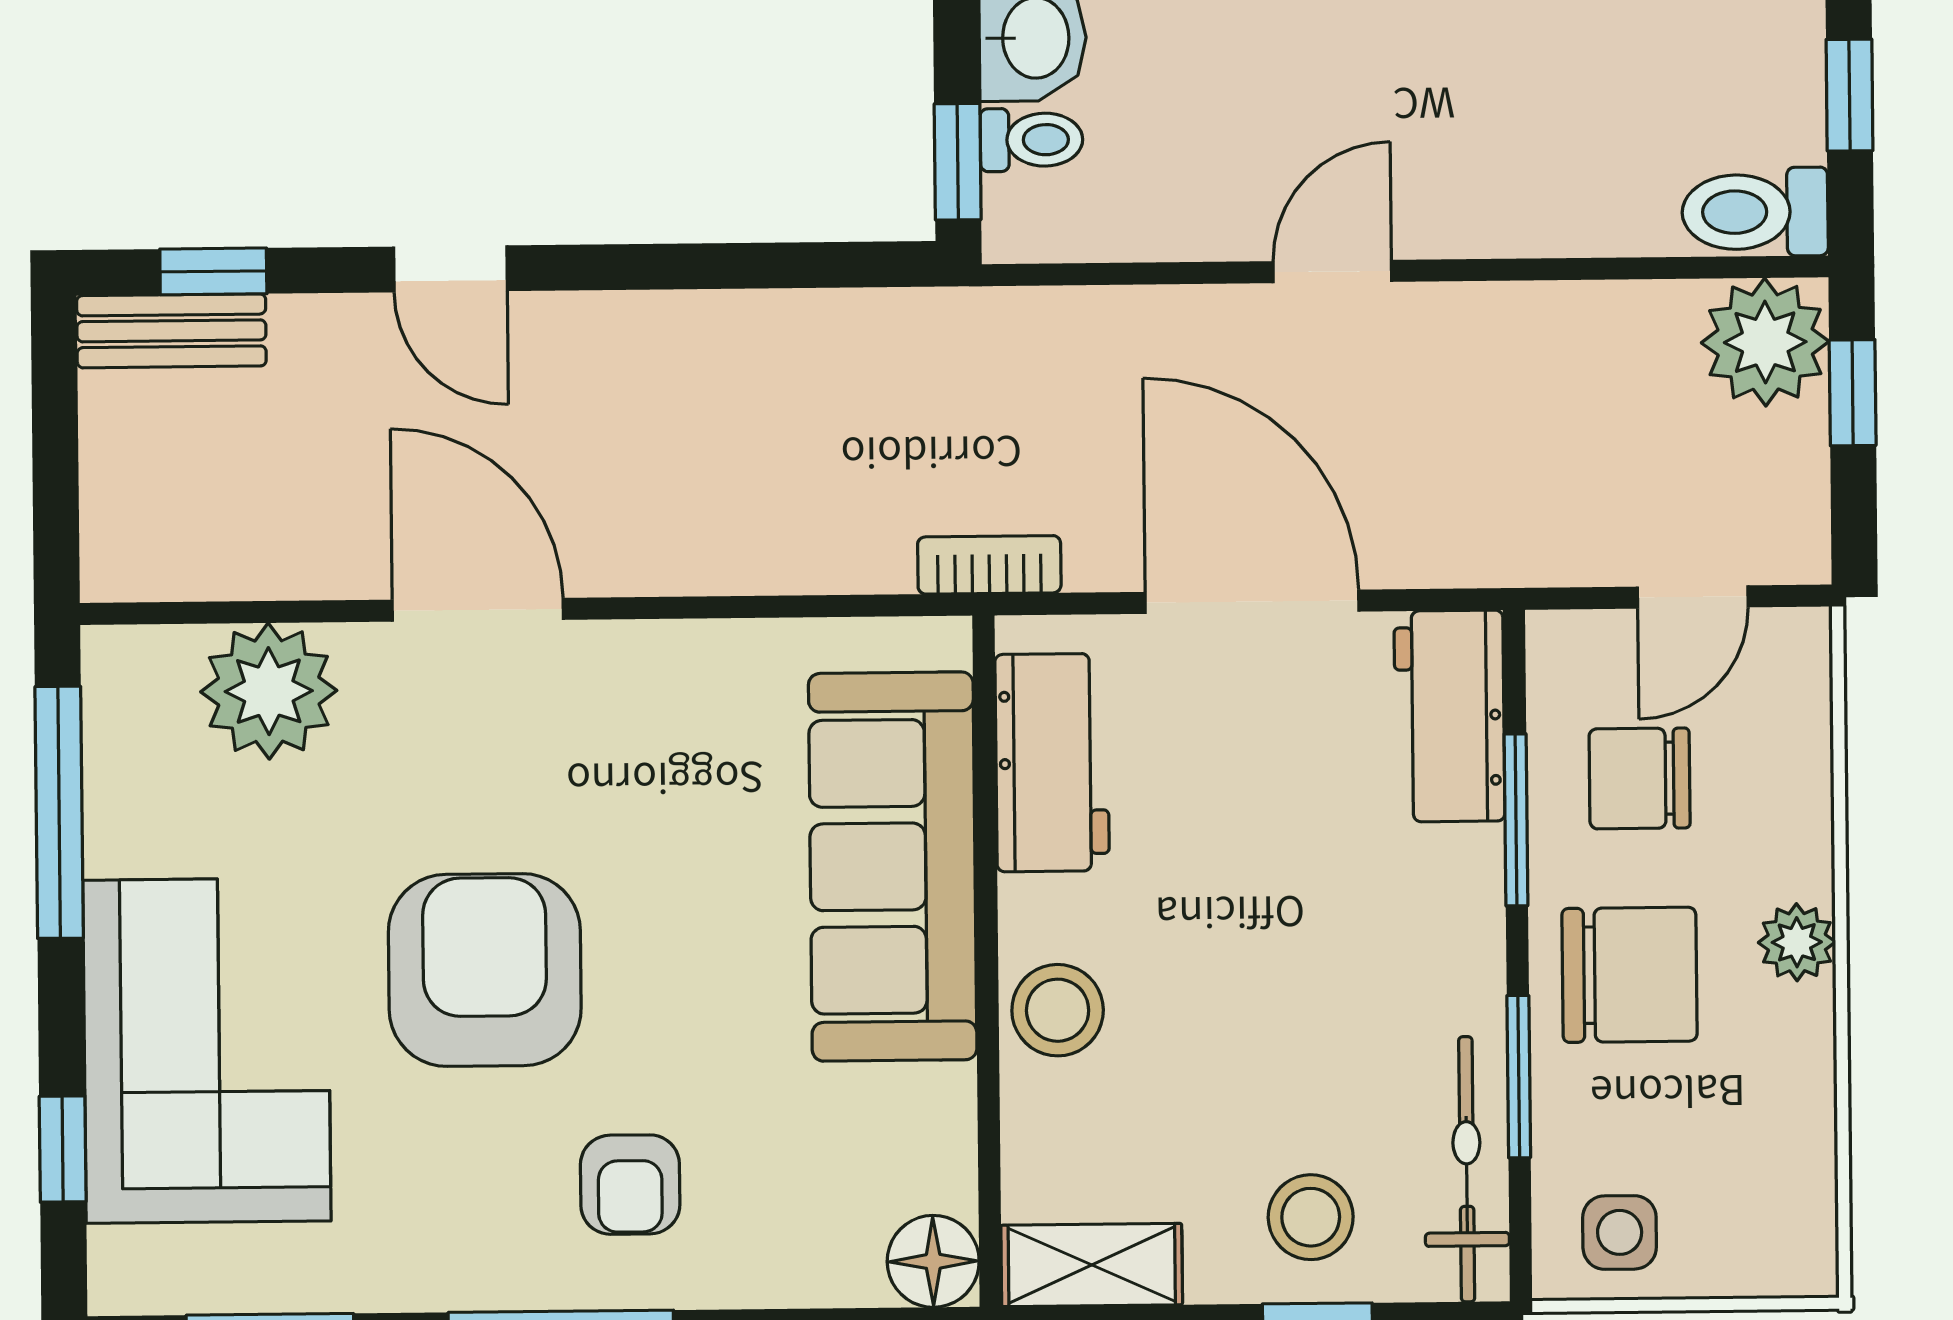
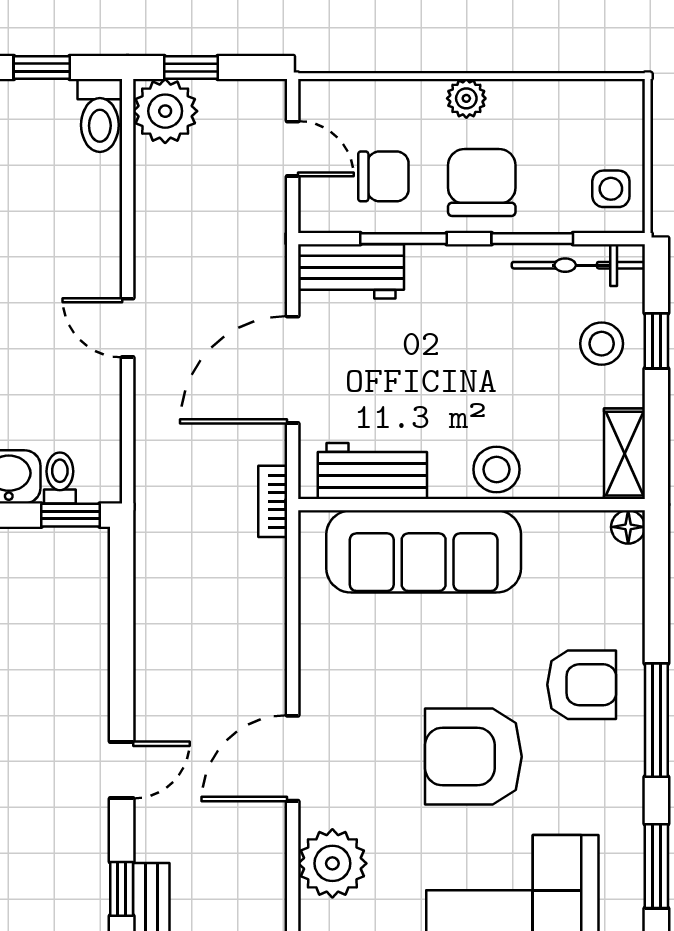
chair: (1640, 778) -> (383, 176), turned -90
armchair: (630, 1185) -> (582, 685), width x1.38, depth x1.38
floor lamp: (933, 1261) -> (628, 527), width x0.73, depth x0.73

